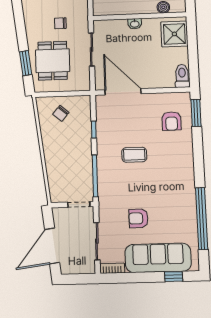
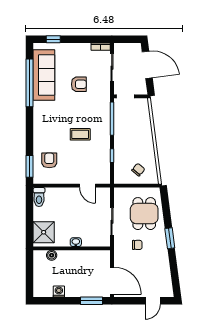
window: (26, 63) -> (170, 238), moved
door: (123, 92) -> (87, 186), width x0.53
door: (52, 246) -> (147, 65), hinge flipped
sofa: (158, 258) -> (44, 75), moved, turned -90

